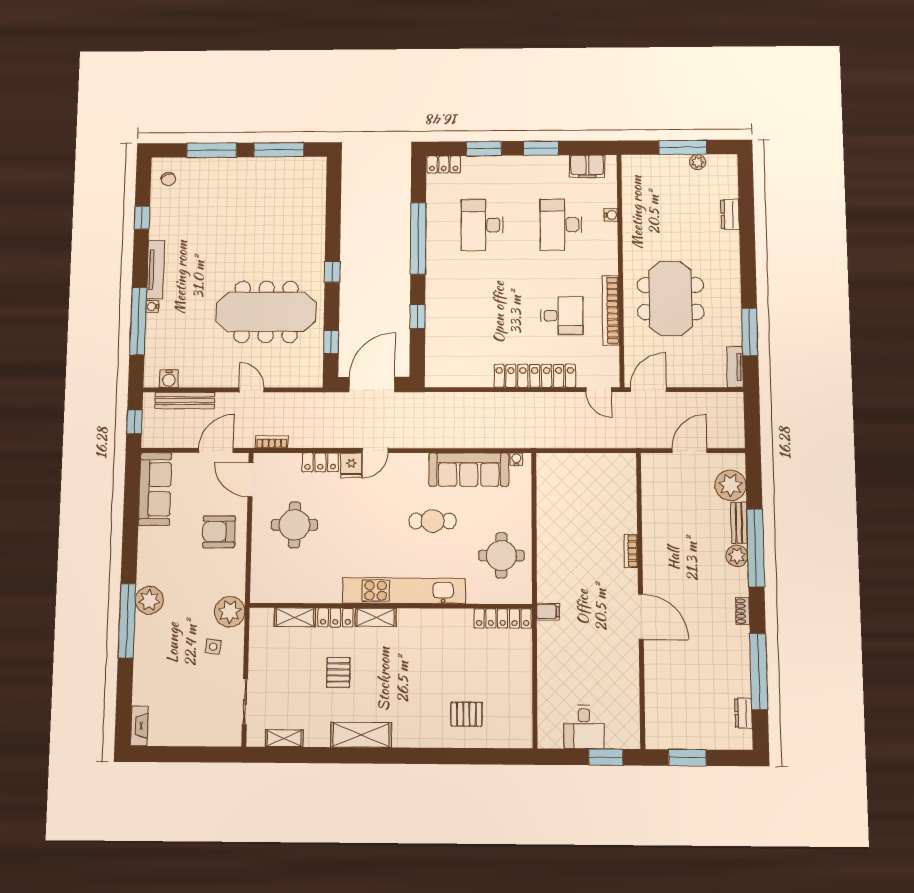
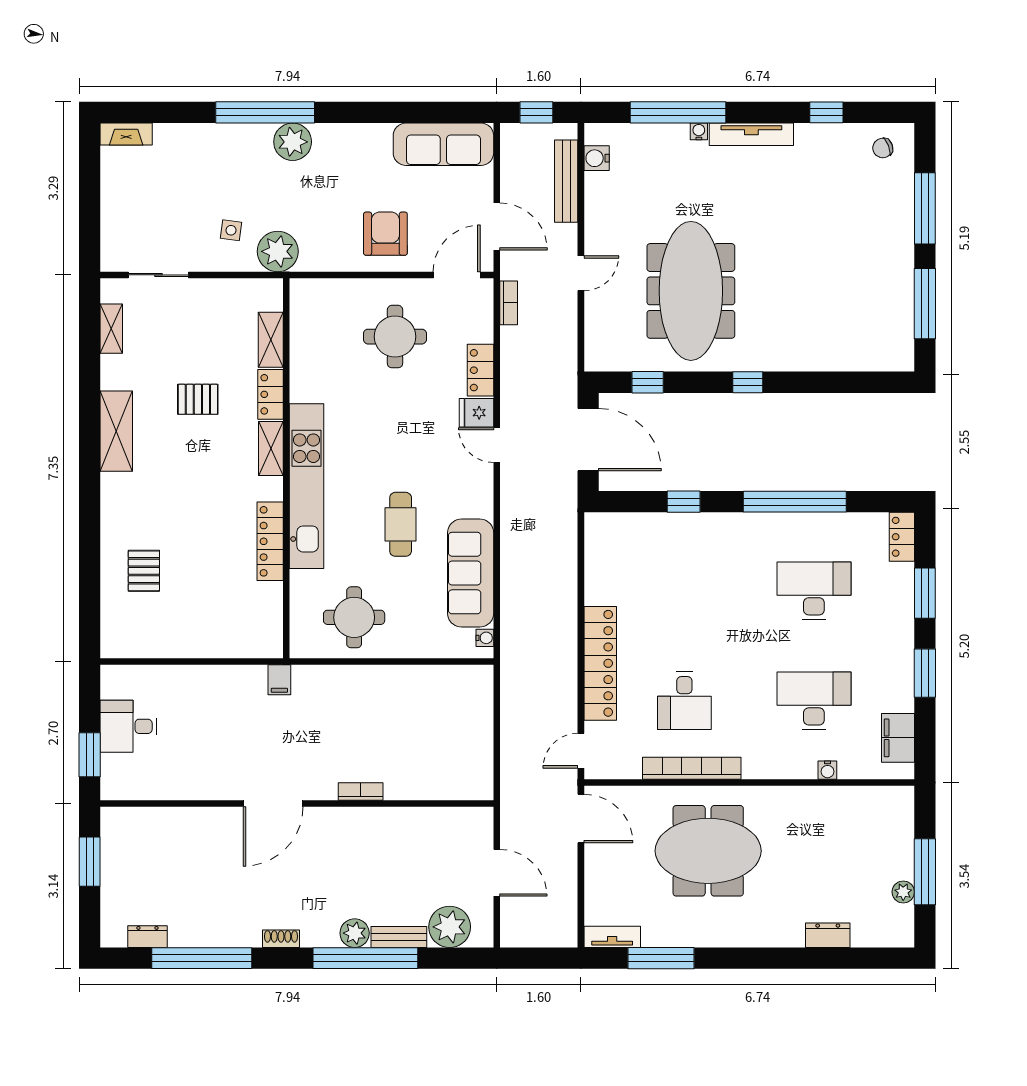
locker: (503, 618) -> (270, 541), moved

